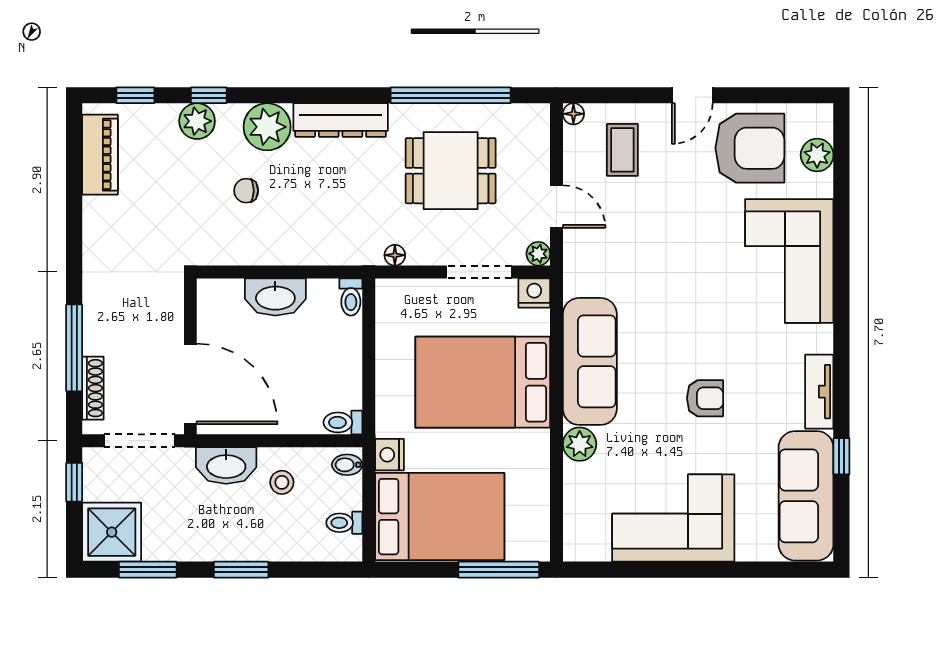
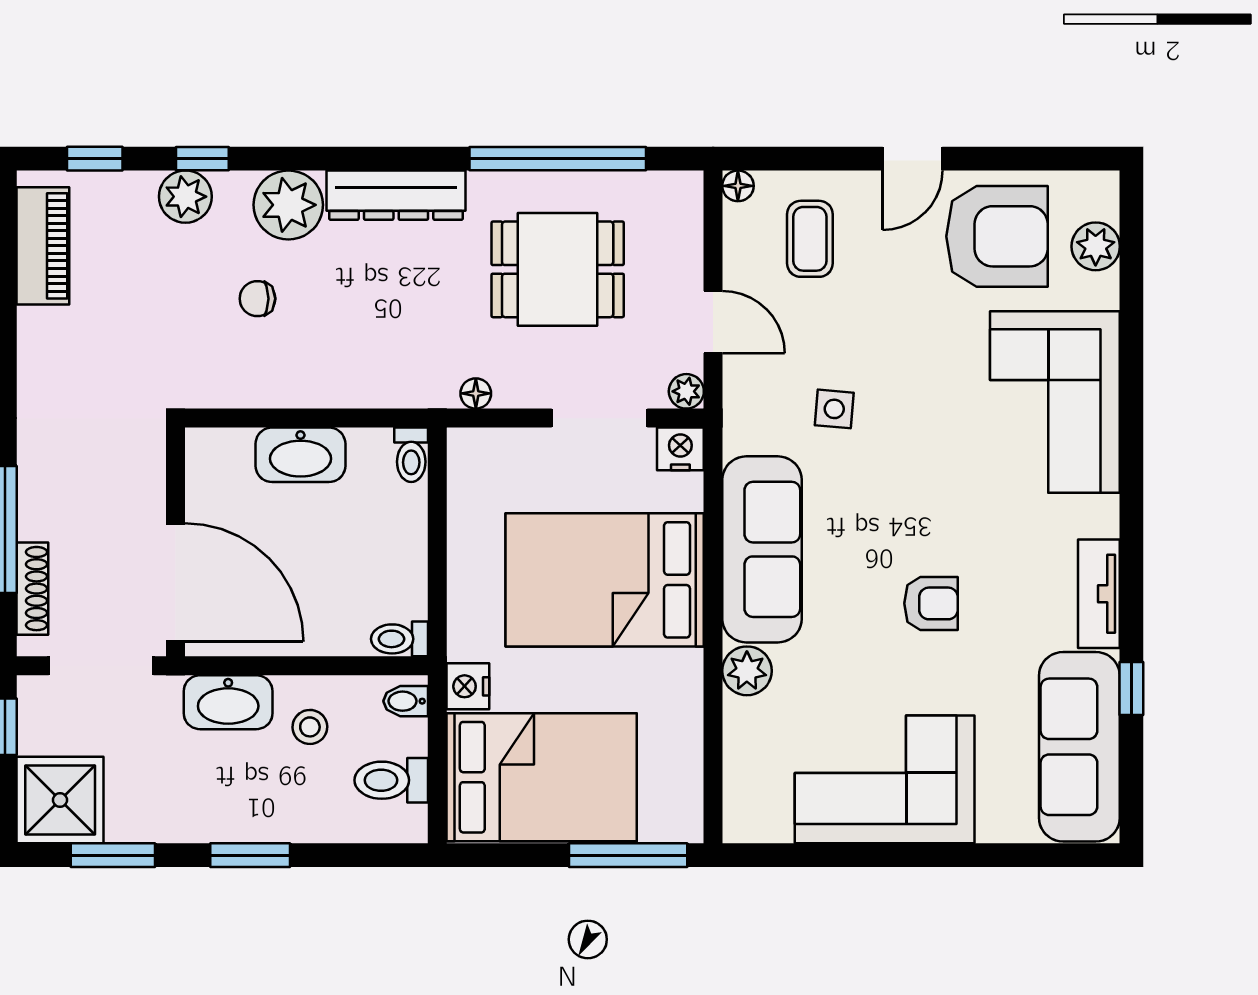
side table: (639, 266) -> (834, 409), added
toilet: (344, 523) -> (391, 780), width x1.37, depth x1.39

